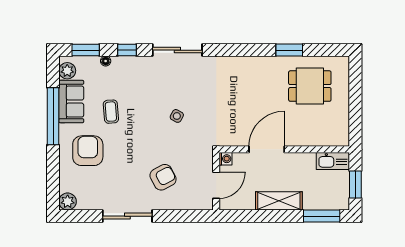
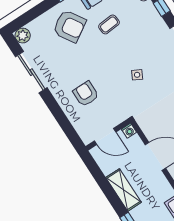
armchair: (88, 151) -> (69, 26), turned 58
armchair: (163, 177) -> (86, 94), turned -152
sliding door: (127, 216) -> (31, 72), moved

